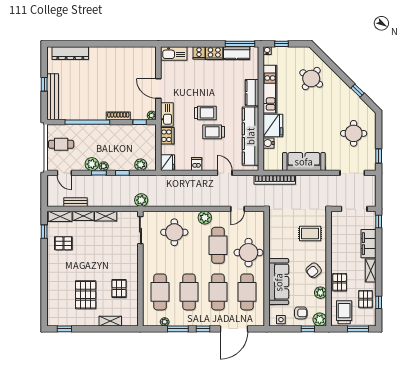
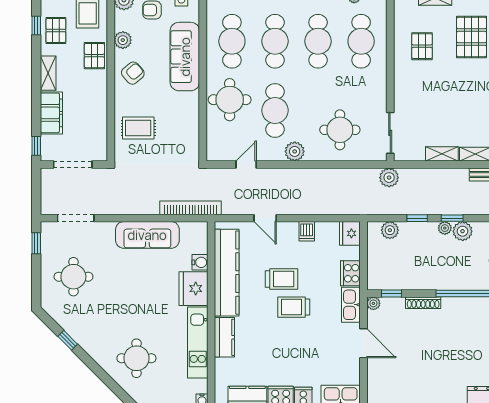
round table: (311, 79) -> (136, 358), turned -35

